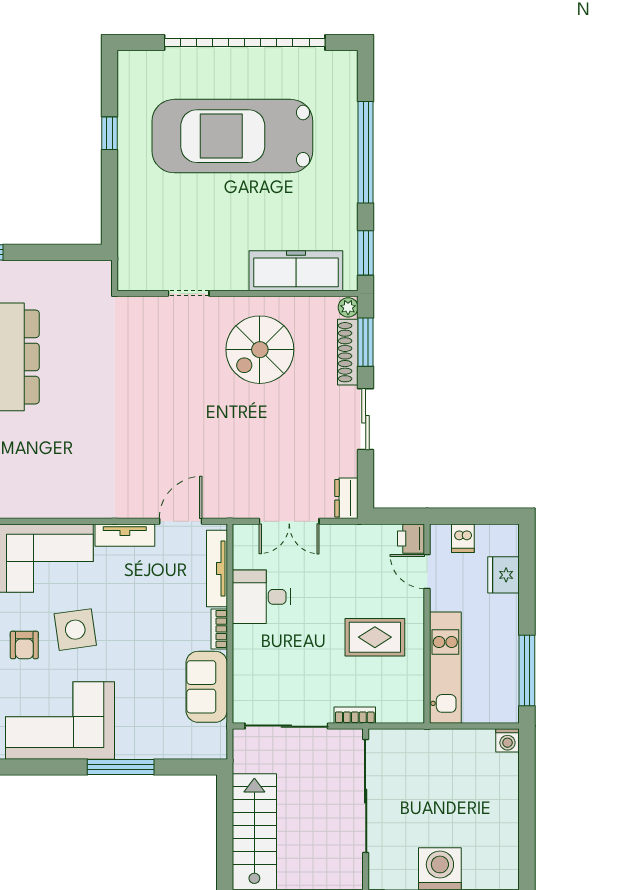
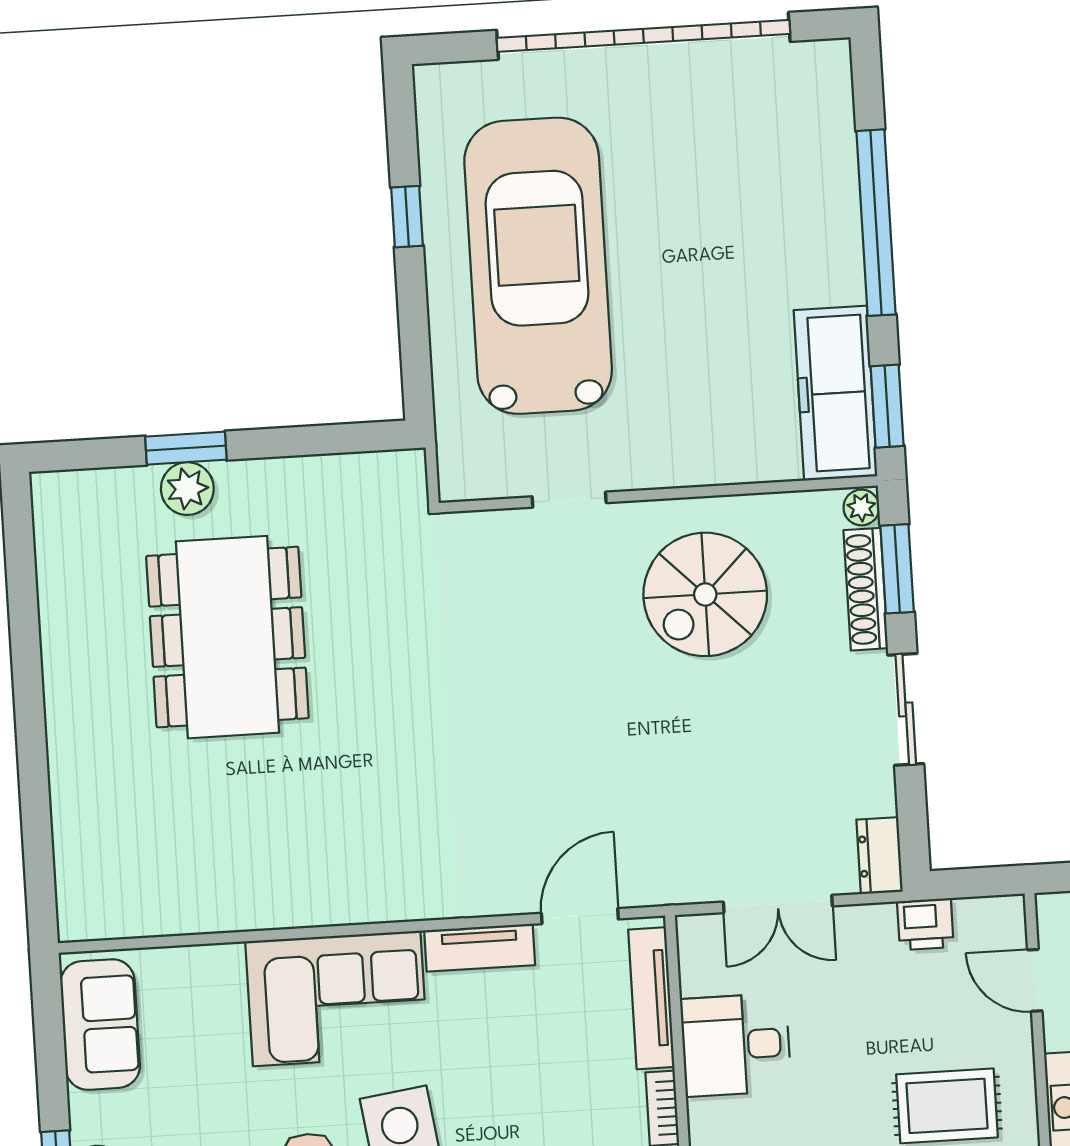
car: (232, 136) -> (538, 266), moved, turned 90
freezer: (296, 271) -> (836, 393), moved, turned -90
printer: (411, 539) -> (925, 924), moved, turned -90

